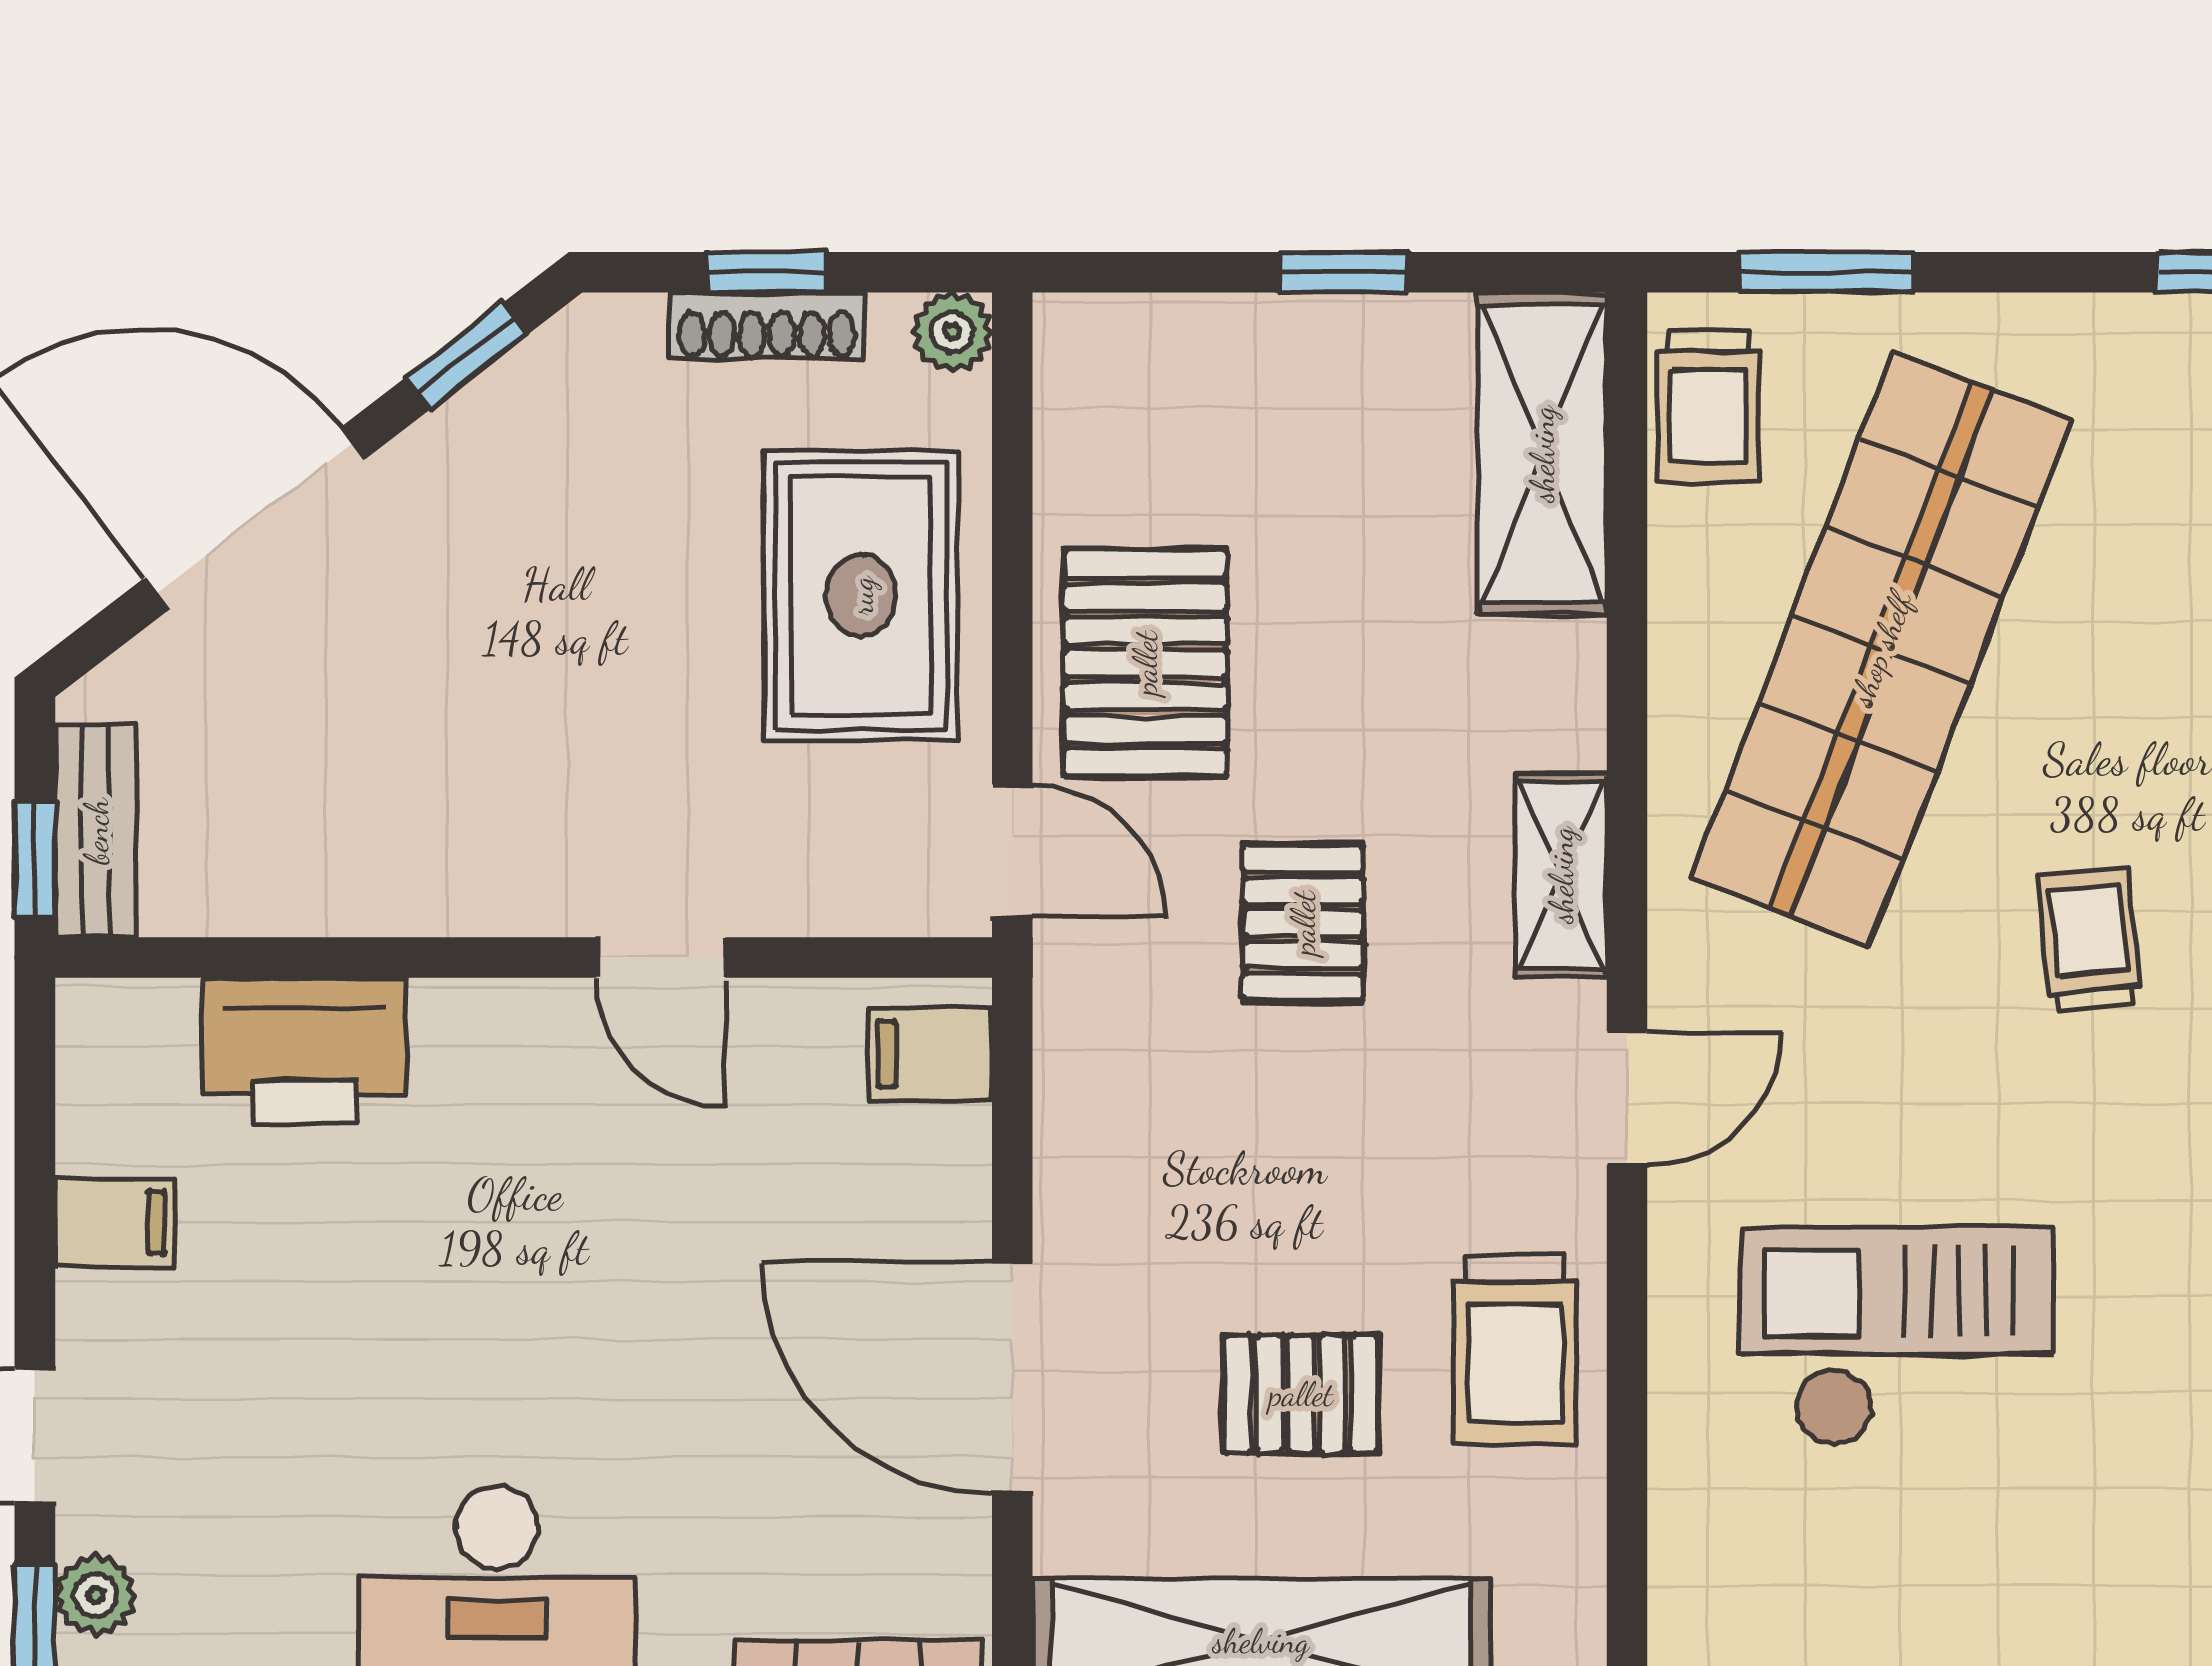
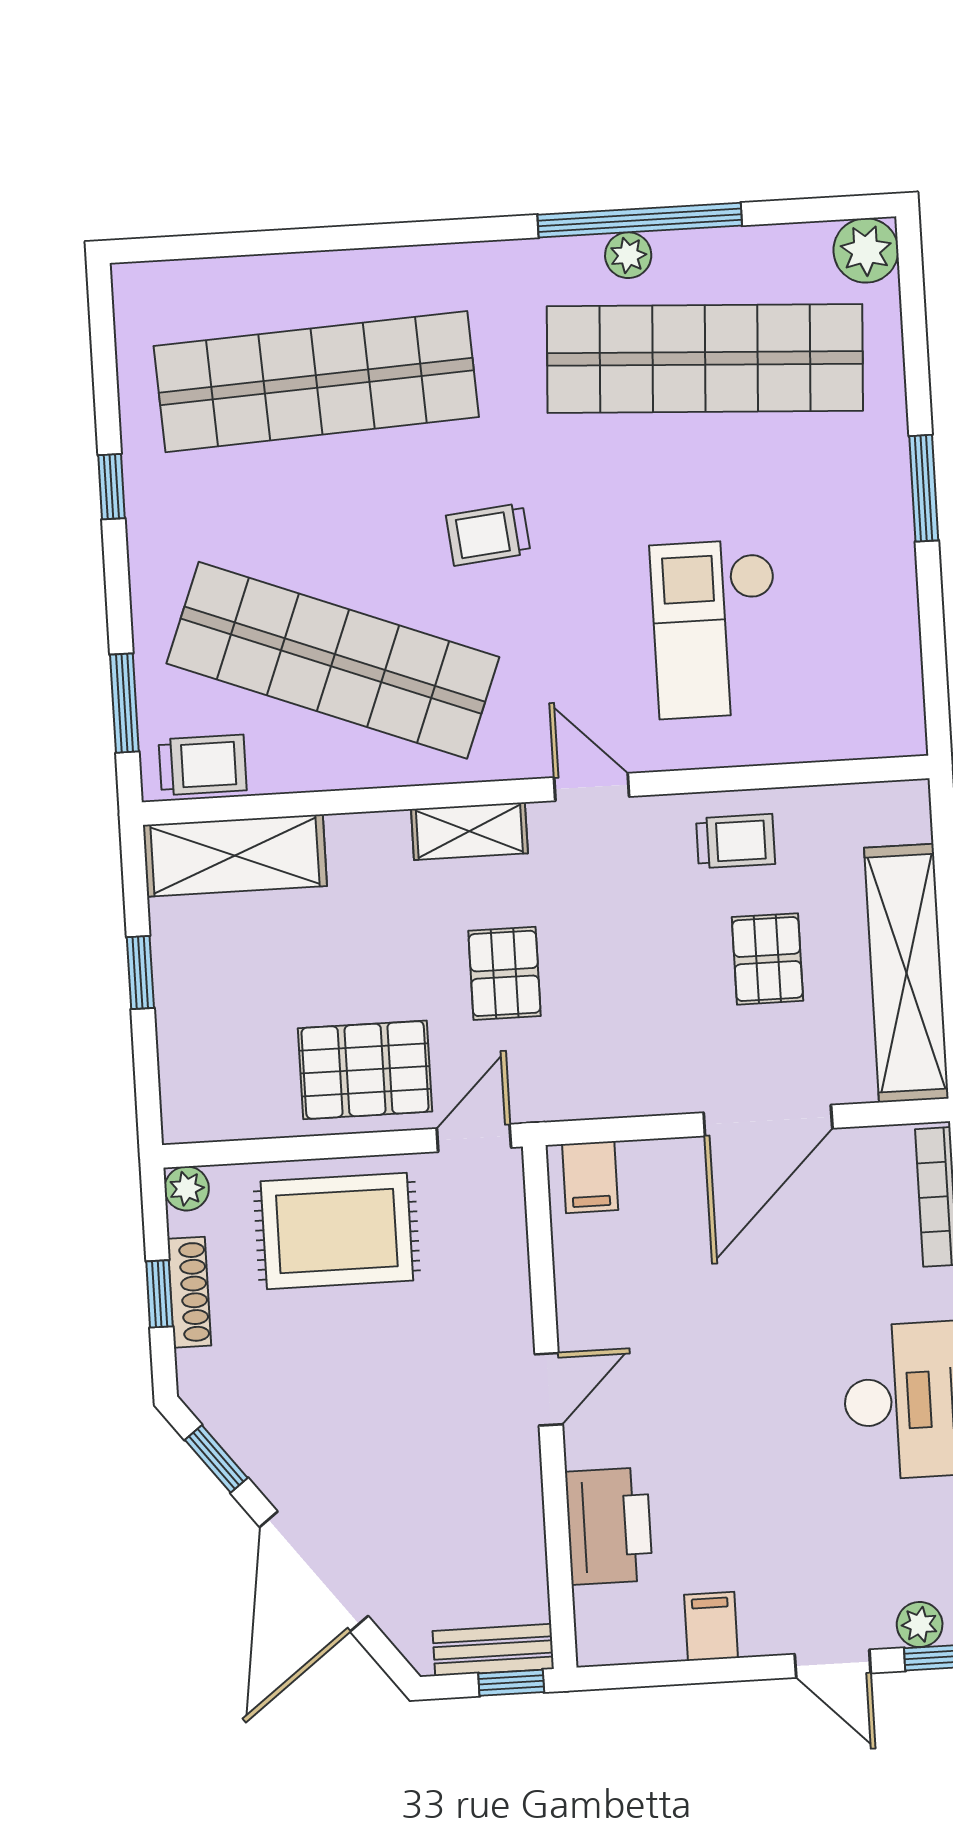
pallet: (1303, 923) -> (505, 973), turned 90
door: (661, 957) -> (549, 1389), moved
trolley: (1515, 1350) -> (736, 841), width x0.73, depth x0.72

